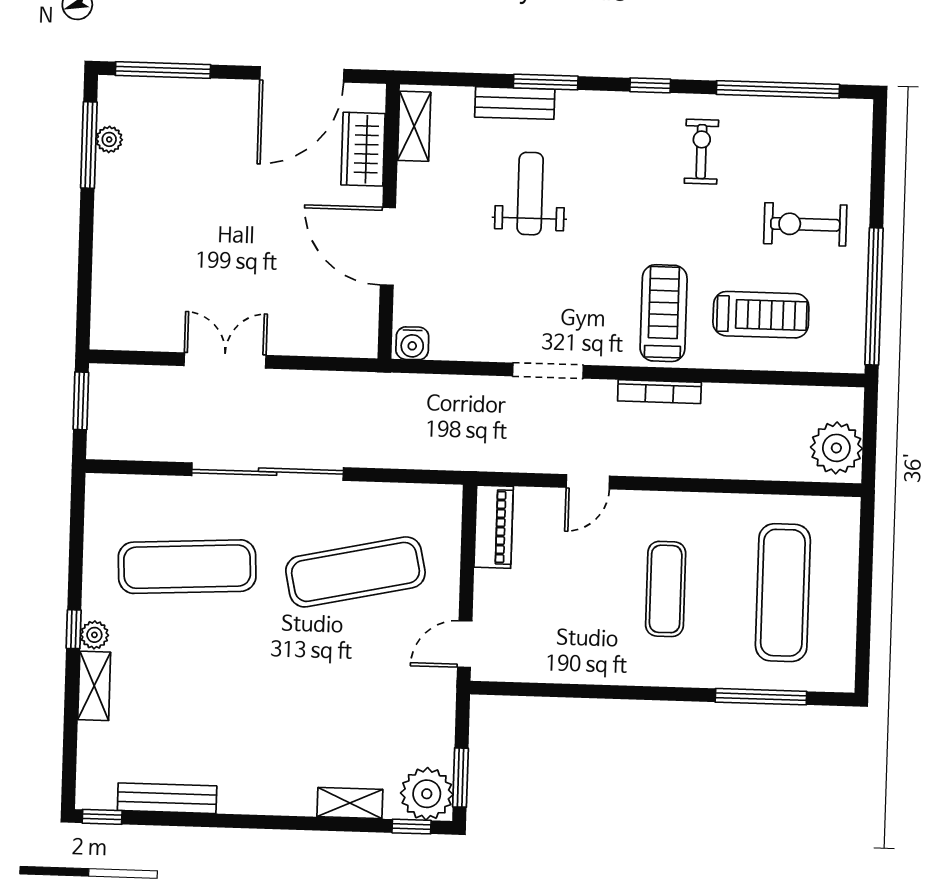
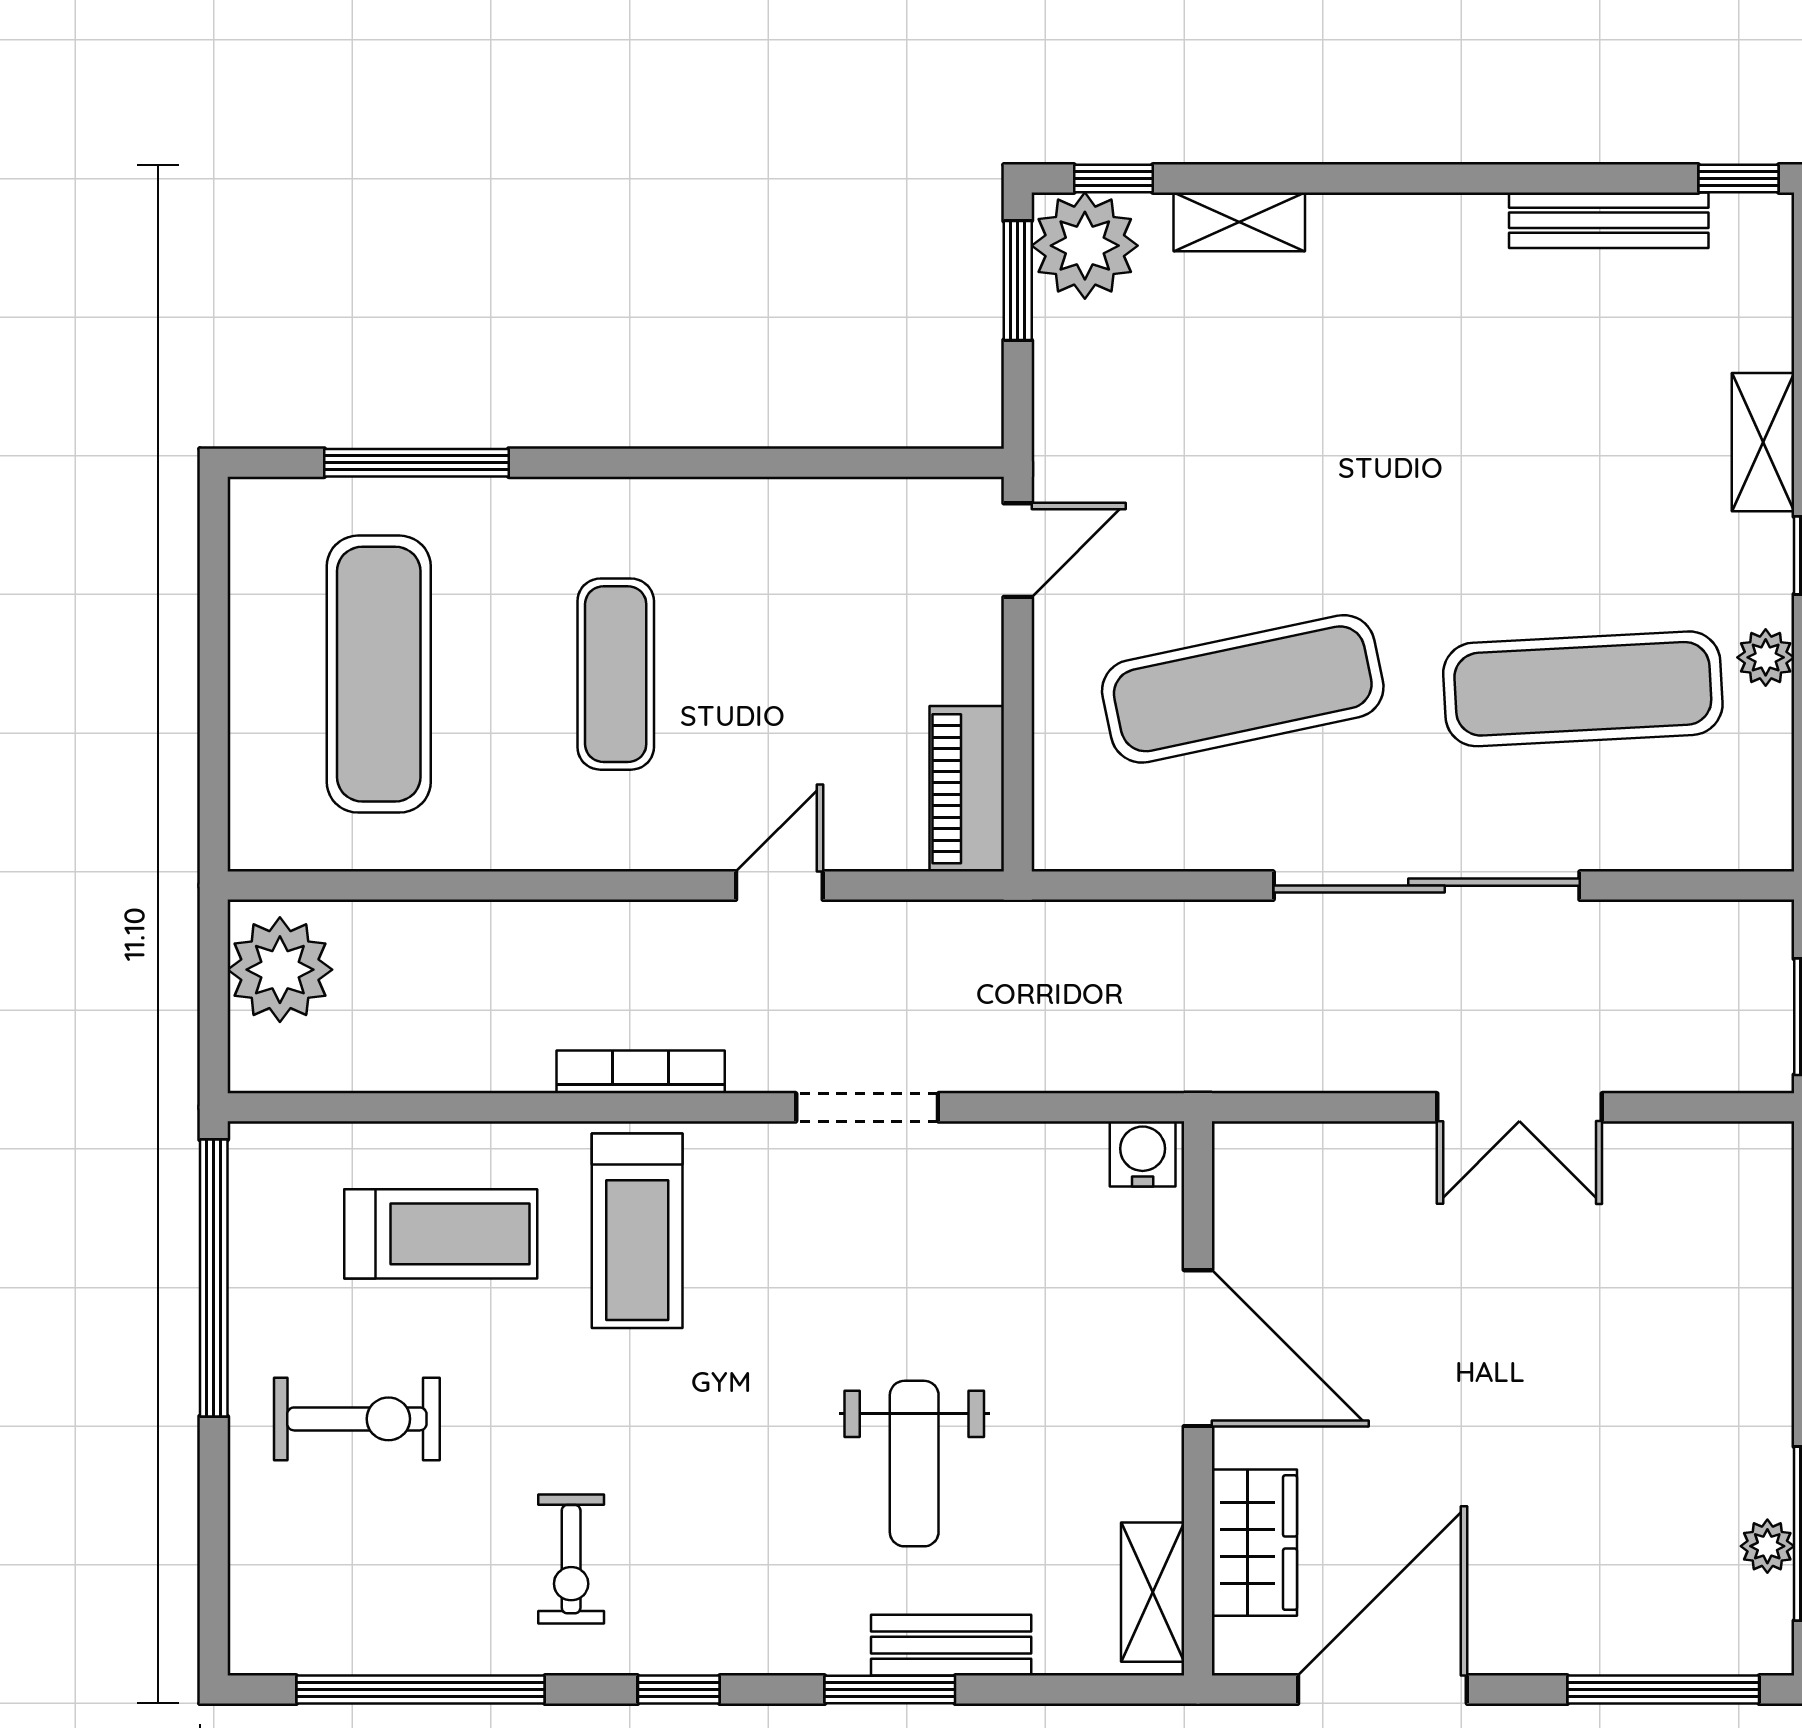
treadmill: (761, 315) -> (441, 1234), turned 180
plant: (94, 635) -> (1766, 657), moved

